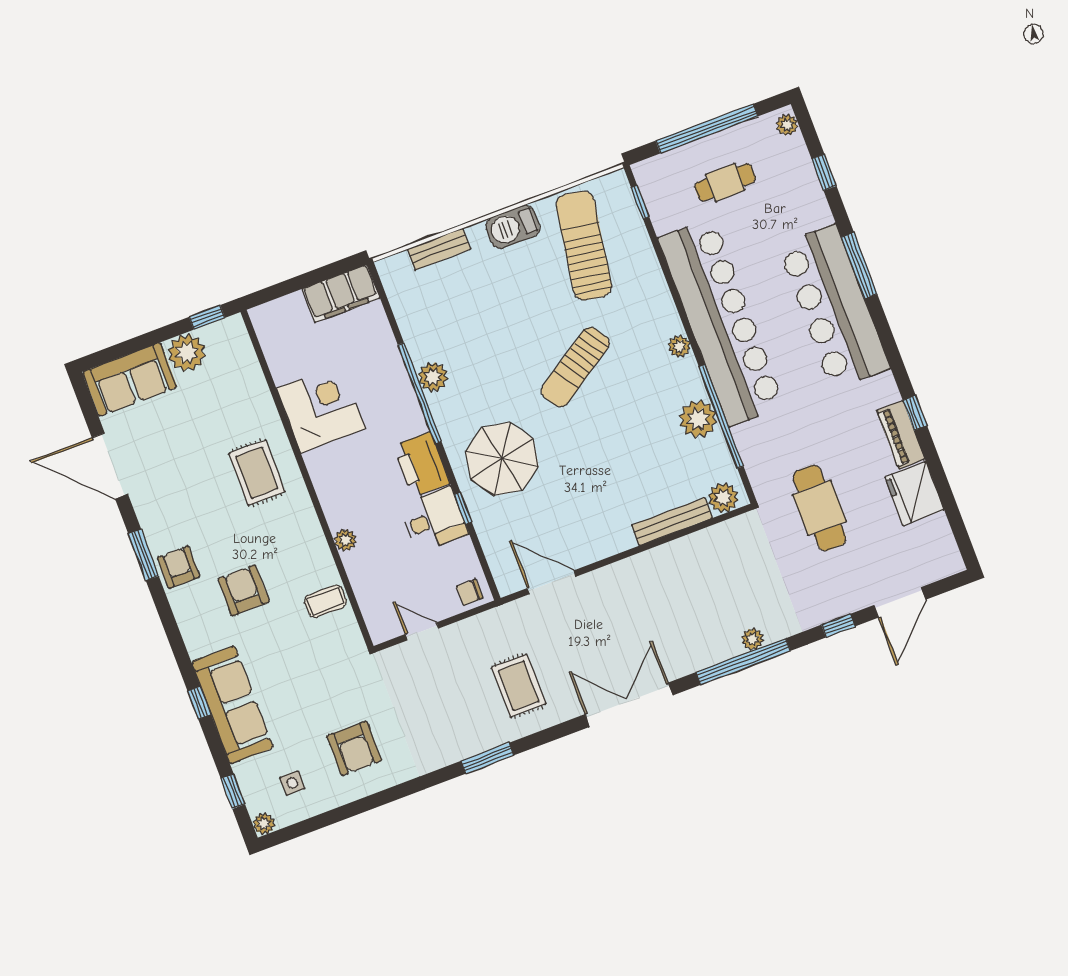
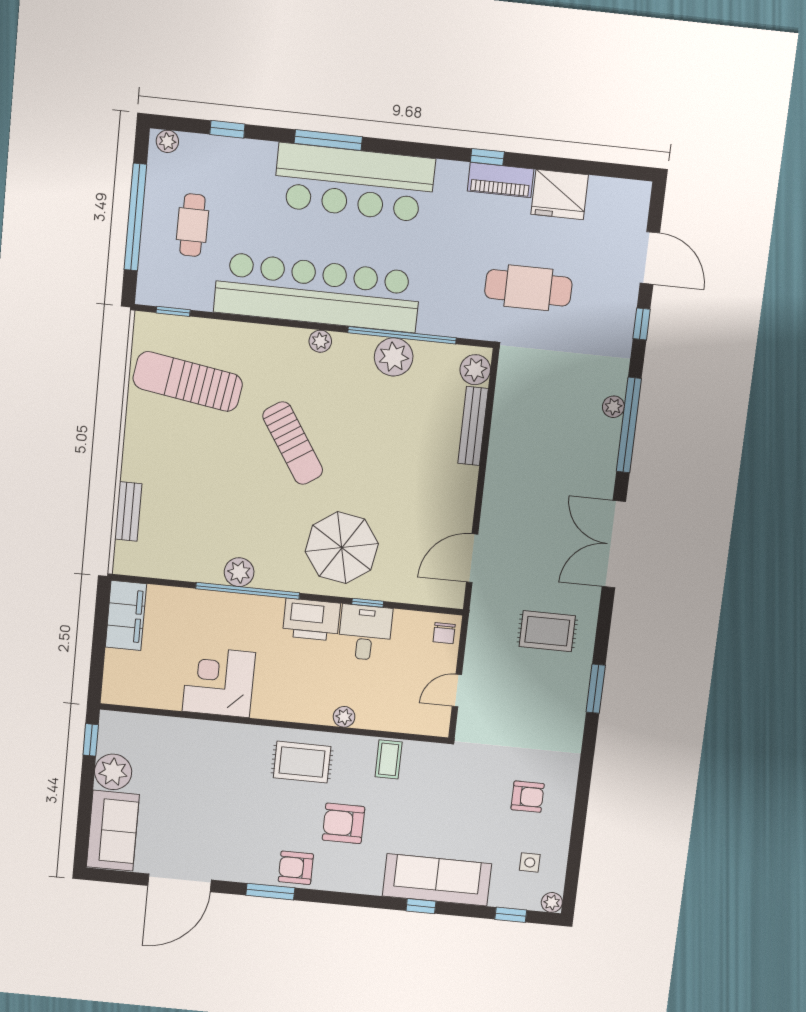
barbecue: (513, 227) -> (140, 436), removed
rug: (257, 473) -> (302, 762), moved
armchair: (354, 748) -> (528, 797), width x0.72, depth x0.72

